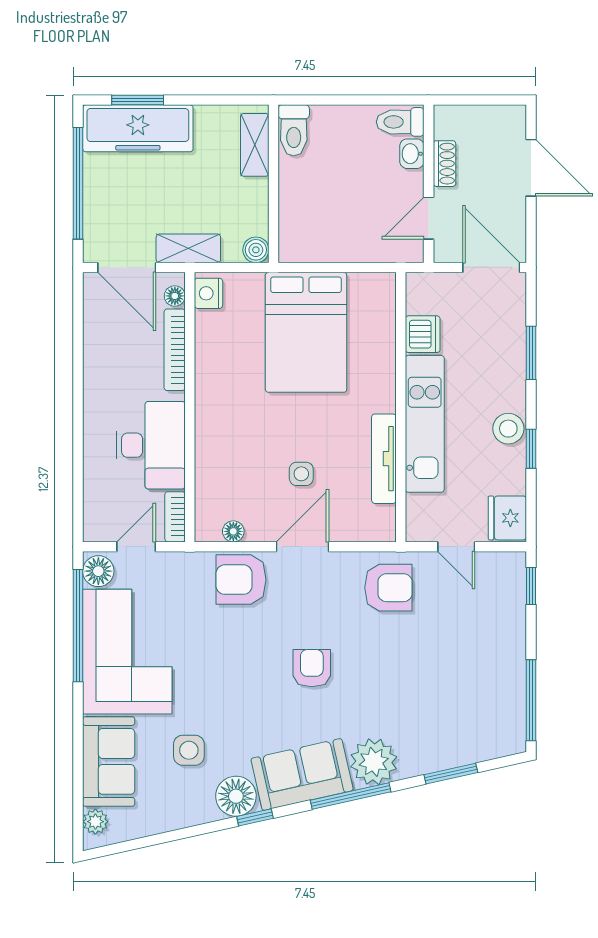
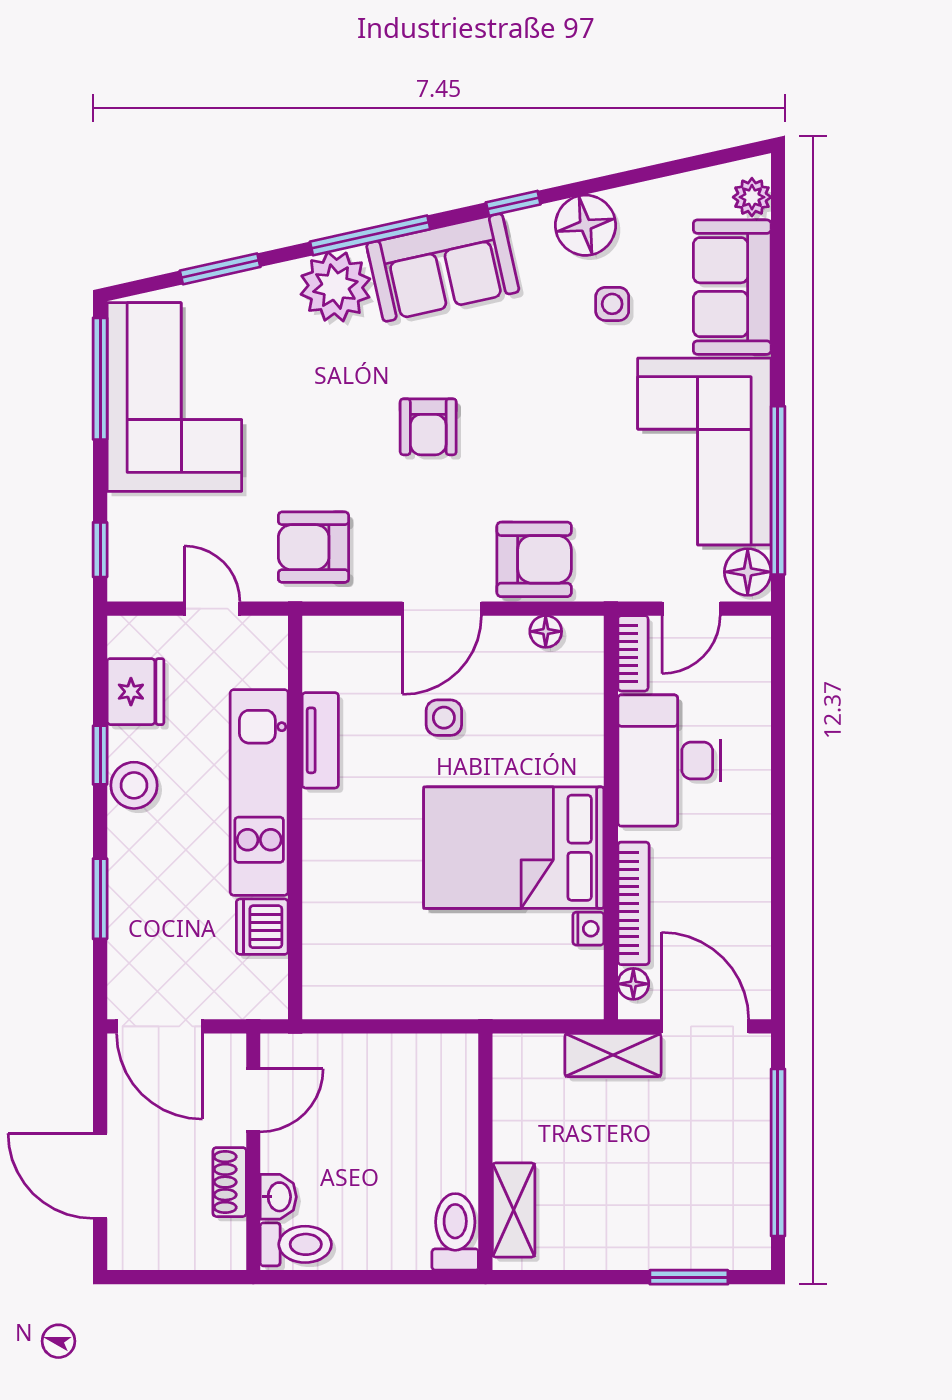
freezer: (138, 128) -> (689, 1235), removed
boiler: (256, 250) -> (512, 1053), removed
nightstand: (208, 293) -> (588, 929), moved, width x0.72, depth x0.74
bed: (306, 332) -> (514, 848), moved, turned -90
tv unit: (384, 459) -> (320, 740), width x0.71
fridge: (507, 518) -> (135, 692), moved
corner sofa: (481, 688) -> (174, 397), added
side table: (189, 750) -> (612, 304), width x0.73, depth x0.73
floor lamp: (236, 796) -> (585, 225), moved

